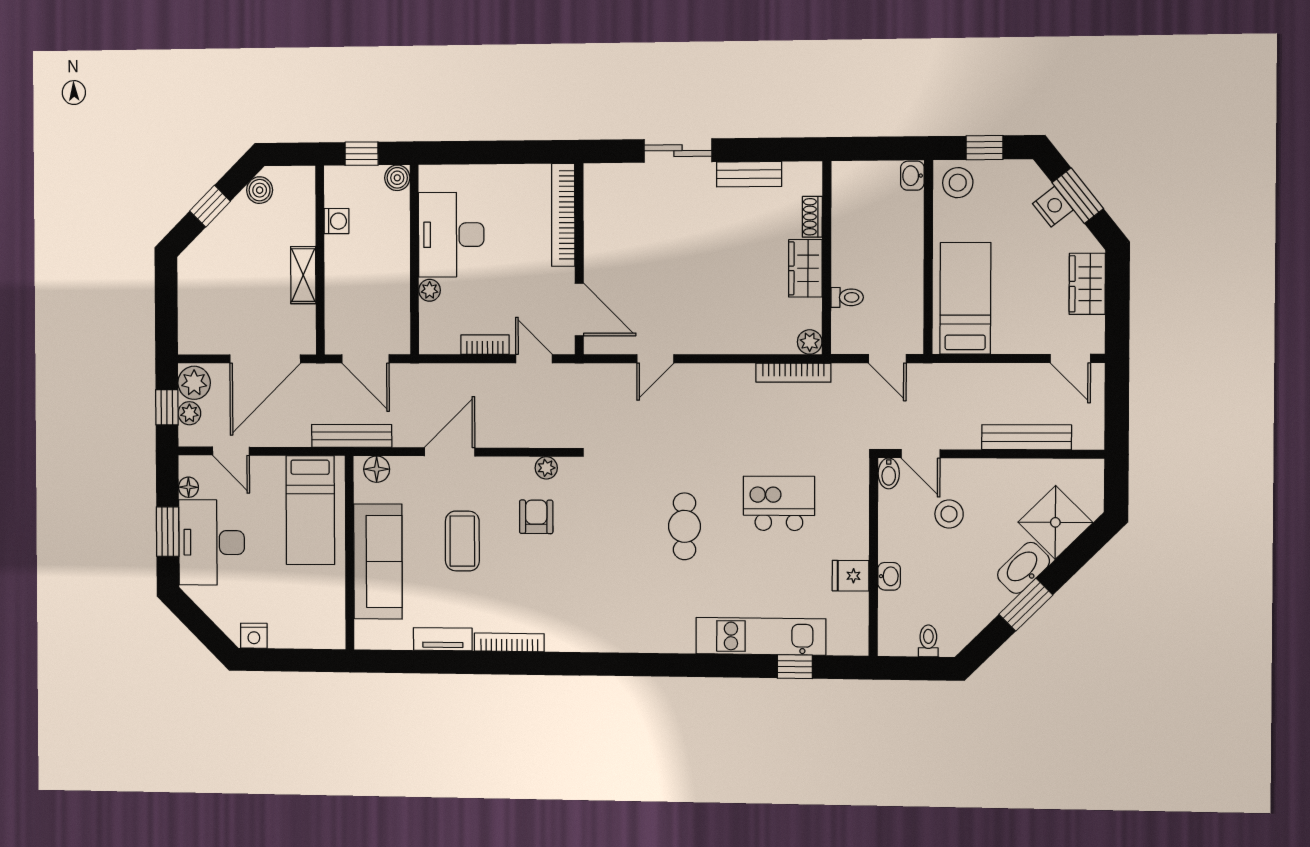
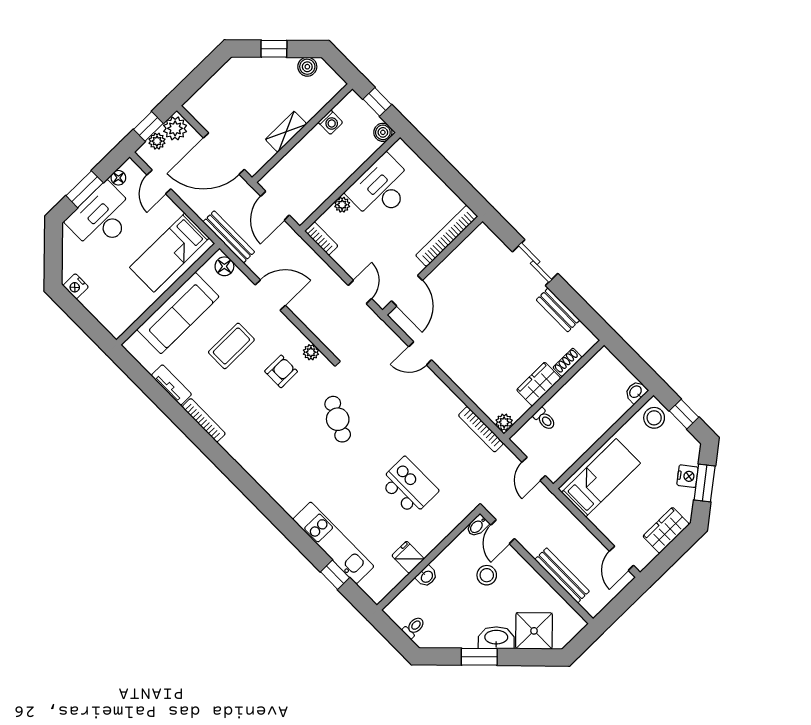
bookcase: (485, 345) -> (321, 238), moved
cafe table: (684, 526) -> (338, 419), moved, turned -63

